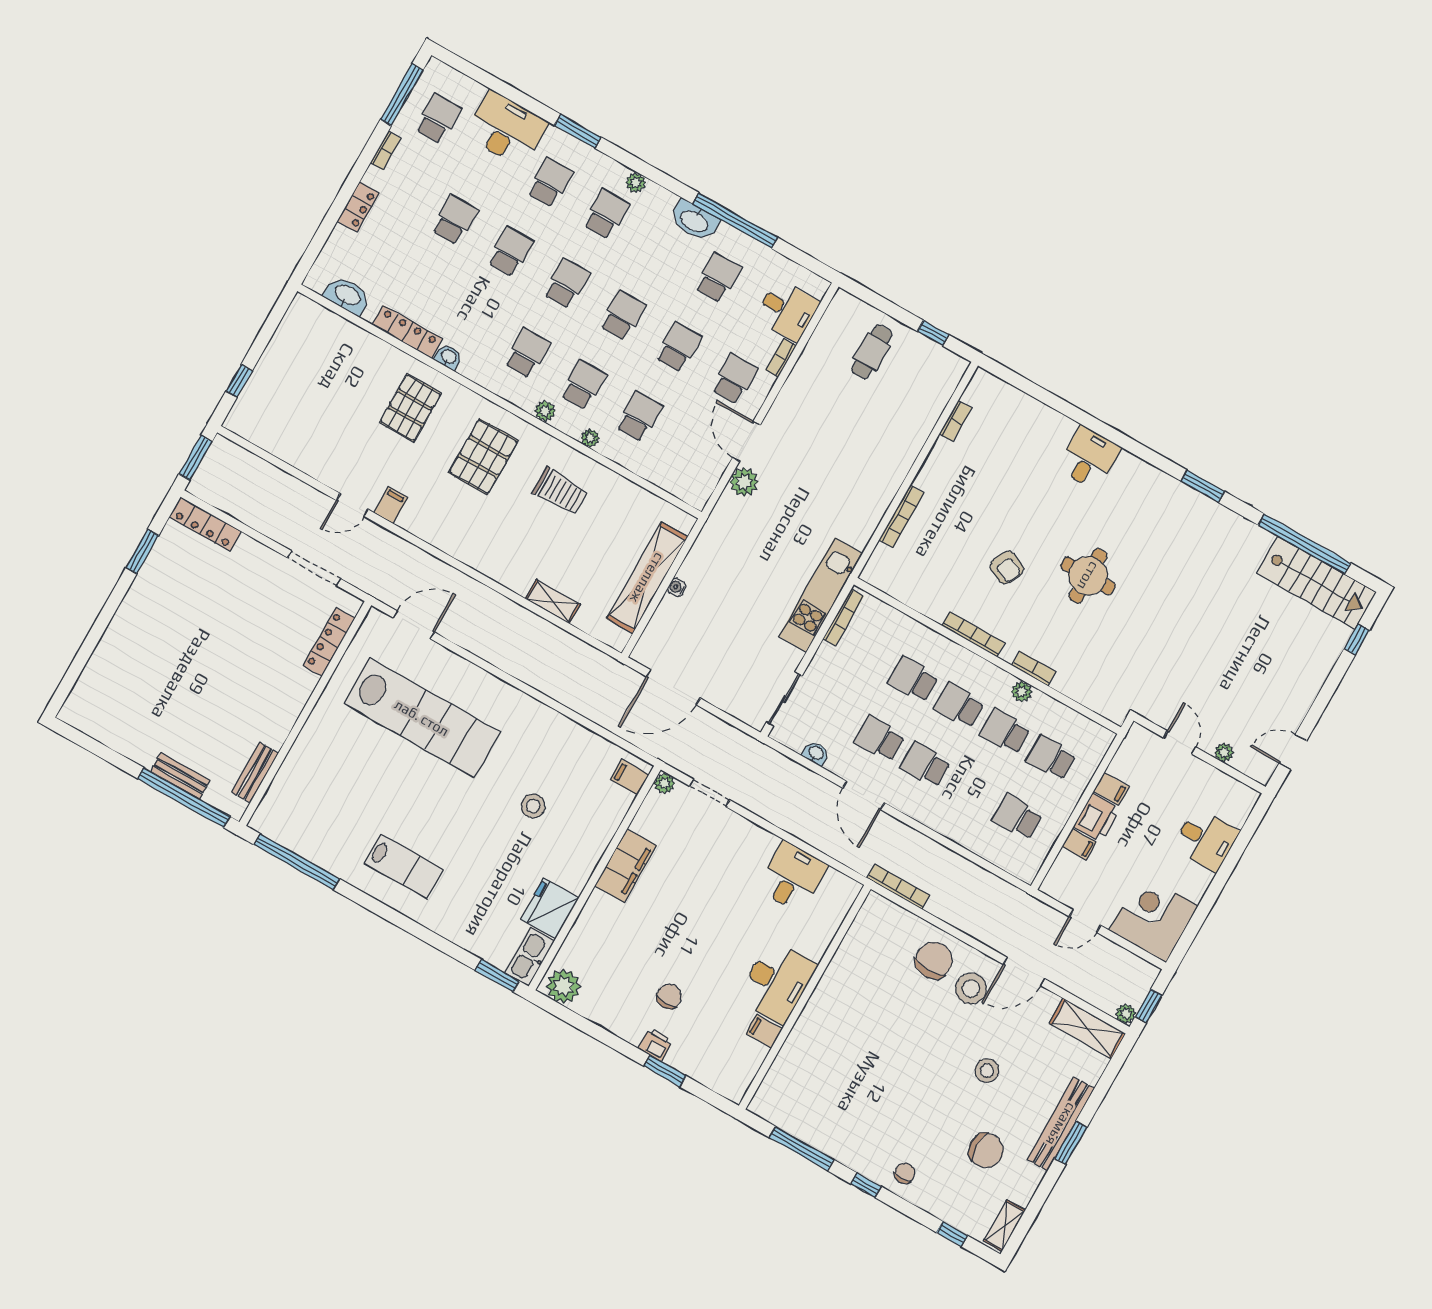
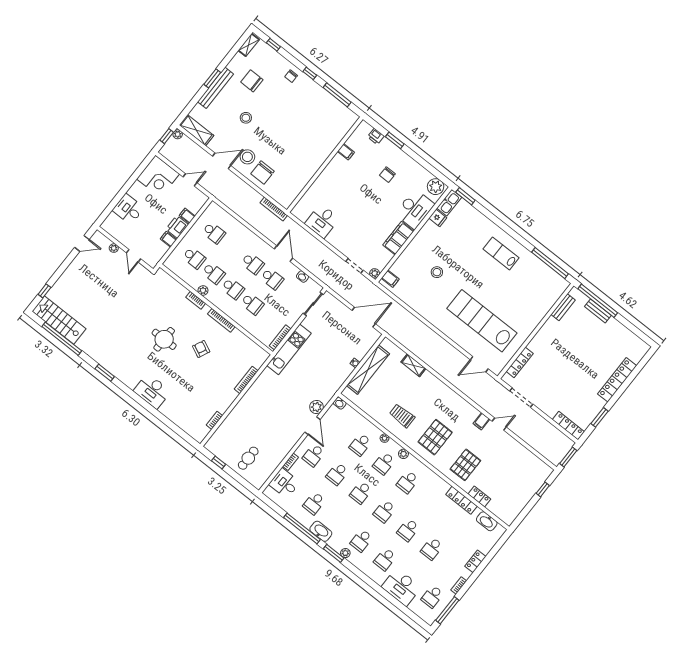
window: (578, 131) -> (334, 553), moved
locker: (371, 345) -> (479, 496), added
washbasin: (448, 357) -> (340, 403), moved
desk: (1089, 458) -> (152, 391), width x1.37
locker: (117, 637) -> (617, 380), added
fridge: (550, 909) -> (438, 218), width x0.53, depth x0.75
desk: (777, 982) -> (415, 209), moved, turned 180
printer: (655, 1044) -> (376, 136), moved

